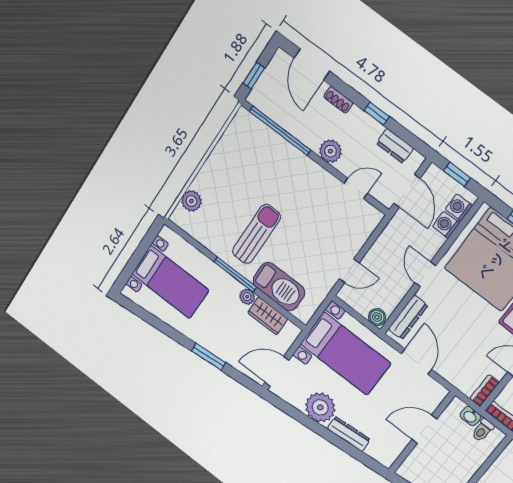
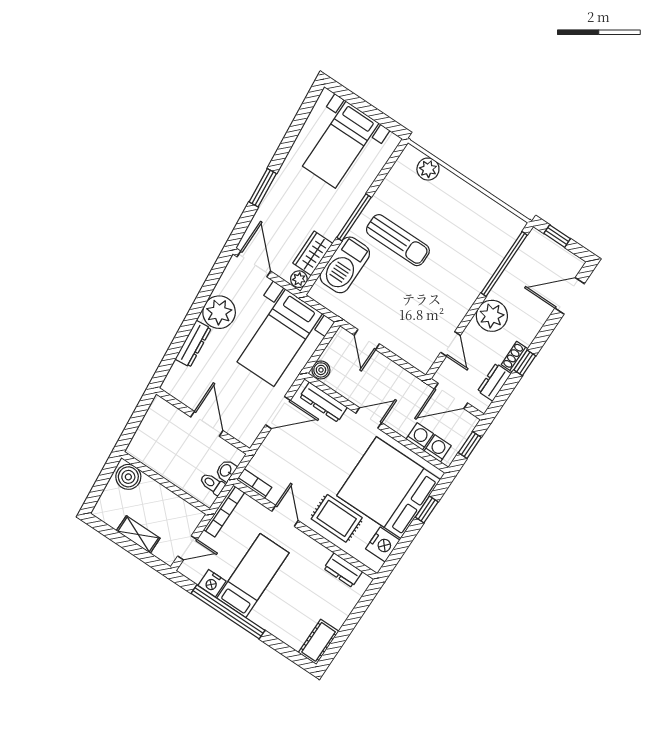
shoe rack: (338, 100) -> (515, 357), moved
plant: (331, 151) -> (492, 316), width x1.36, depth x1.36
plant: (247, 297) -> (299, 279), moved

